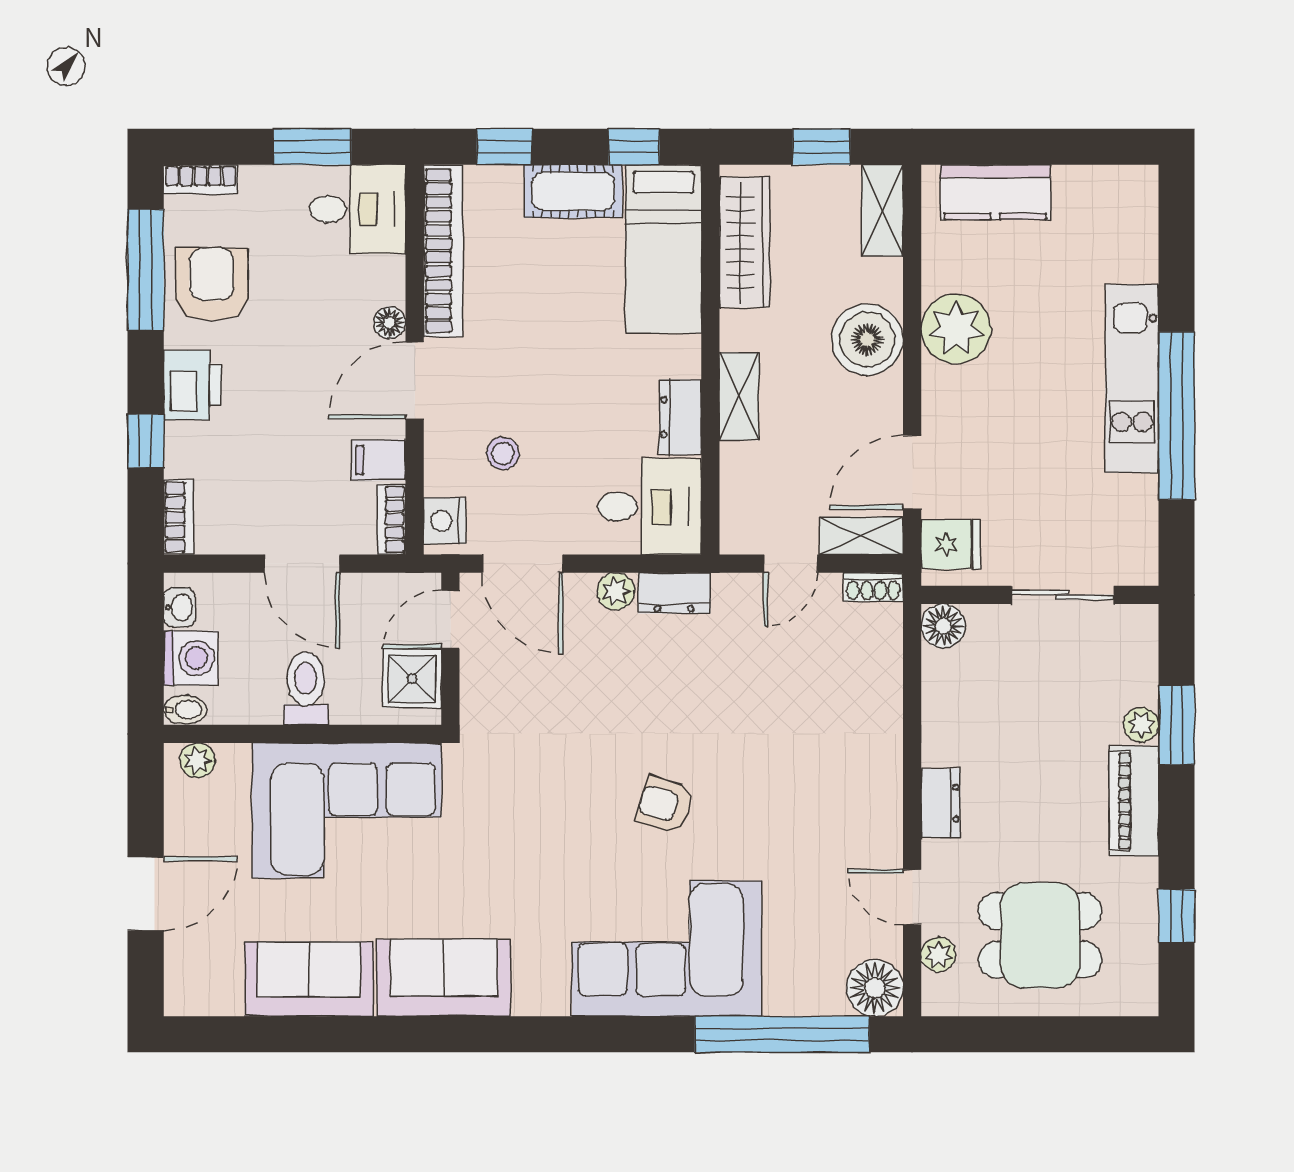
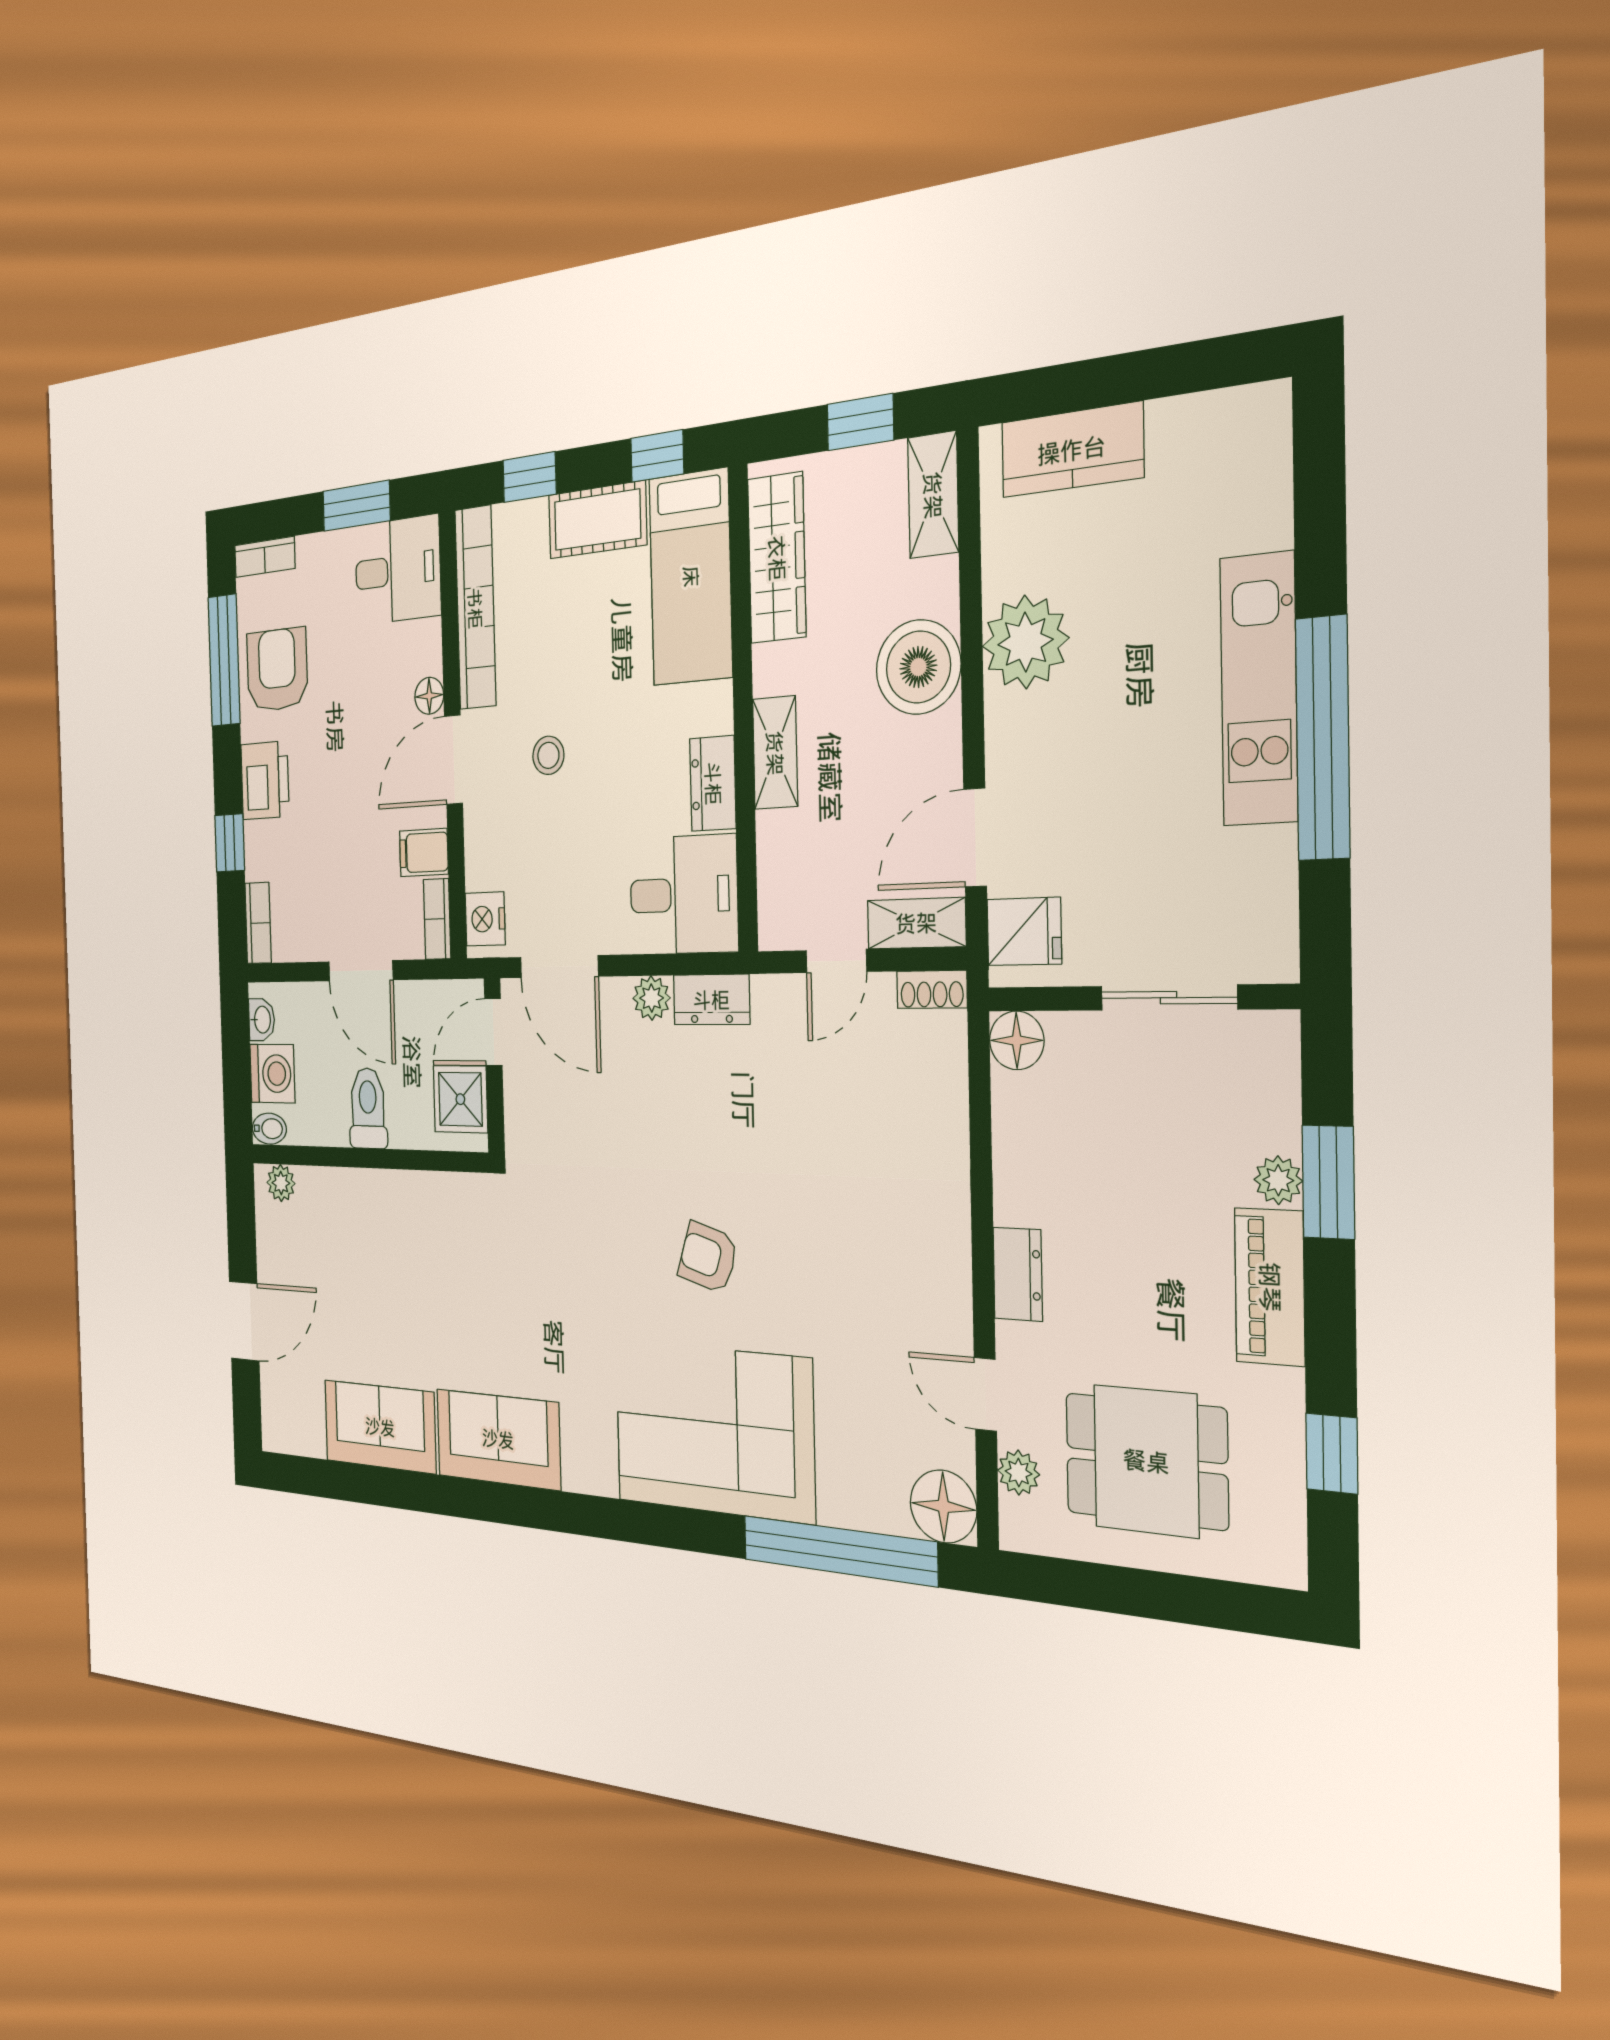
stool: (503, 453) -> (548, 755), moved
corner sofa: (347, 810) -> (407, 1244), removed

